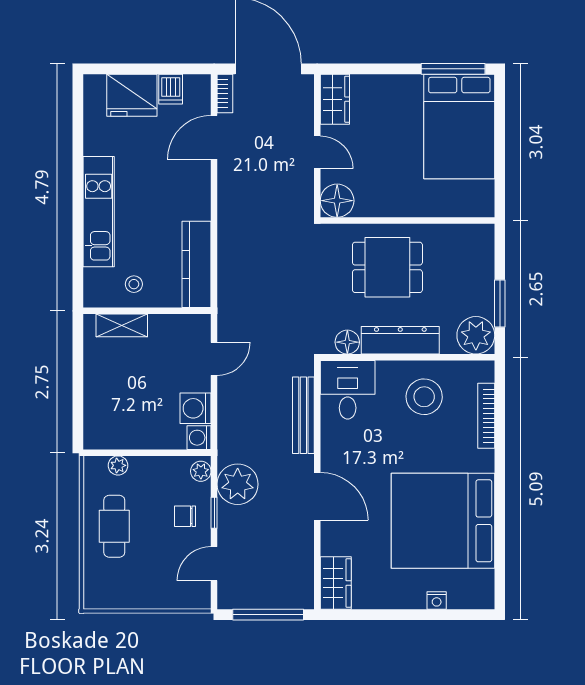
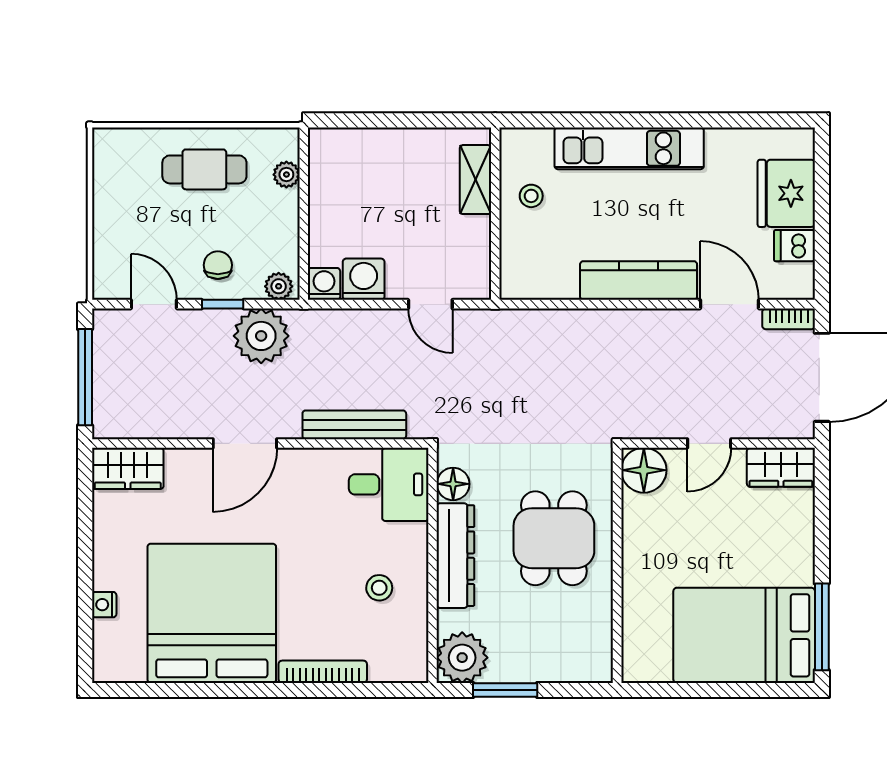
kitchen counter: (197, 264) -> (639, 281), moved
stool: (424, 397) -> (379, 588), width x0.53, depth x0.53
bookcase: (486, 416) -> (323, 672), moved

